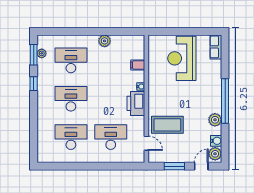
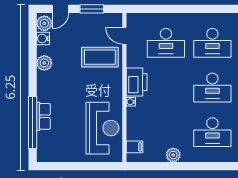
row of seats: (216, 47) -> (43, 116), moved
reception desk: (182, 58) -> (102, 128), moved
filing cabinet: (138, 65) -> (134, 147), moved
window: (225, 101) -> (33, 122), moved

